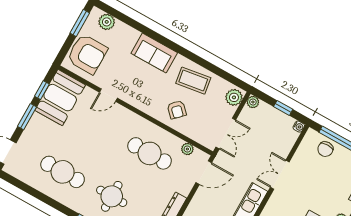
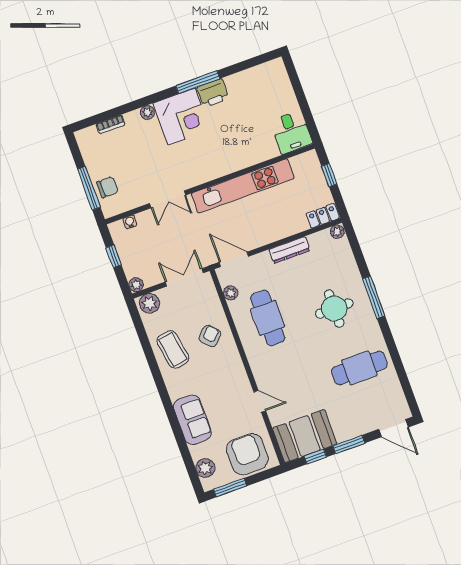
sofa: (154, 53) -> (192, 420), moved
water cooler: (299, 127) -> (130, 222), moved
cafe table: (63, 172) -> (359, 368), turned 90

